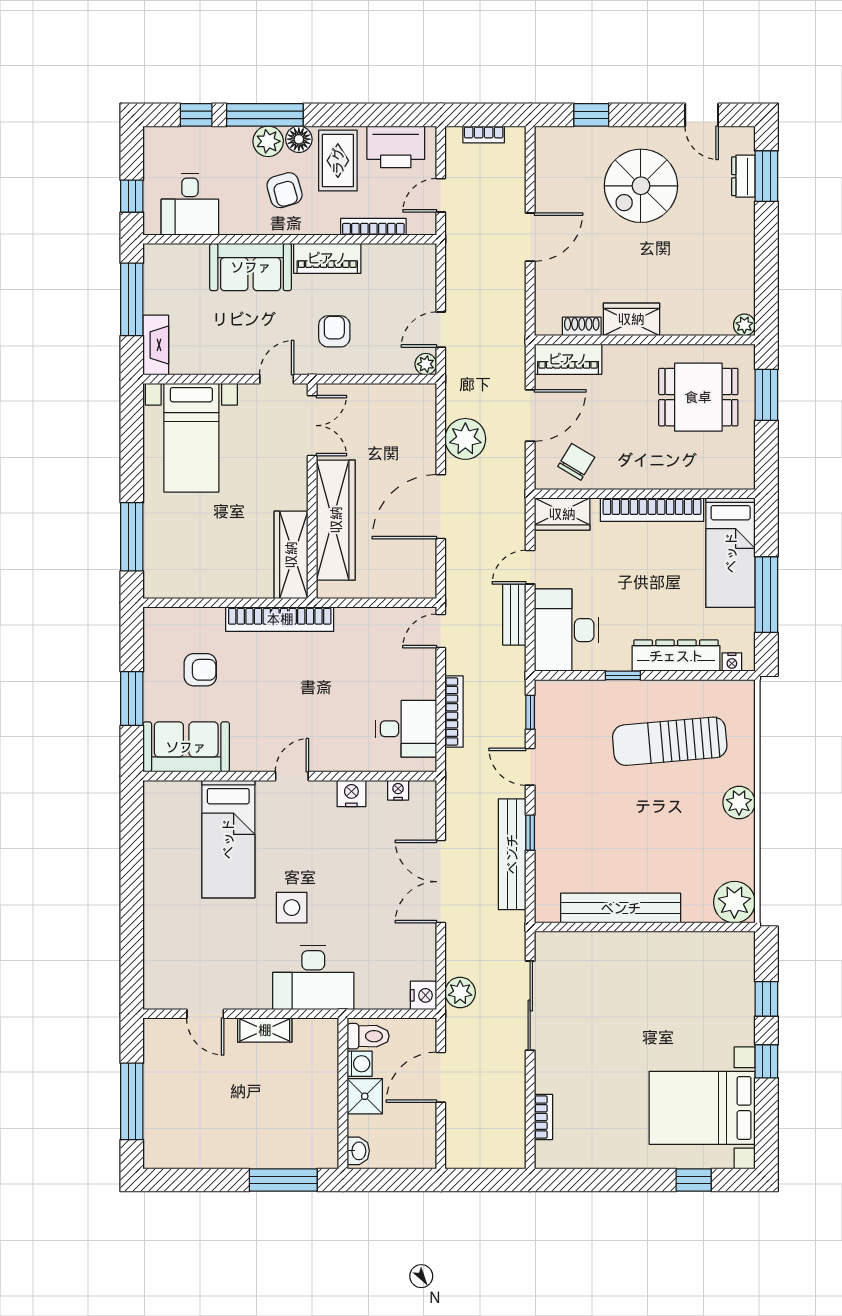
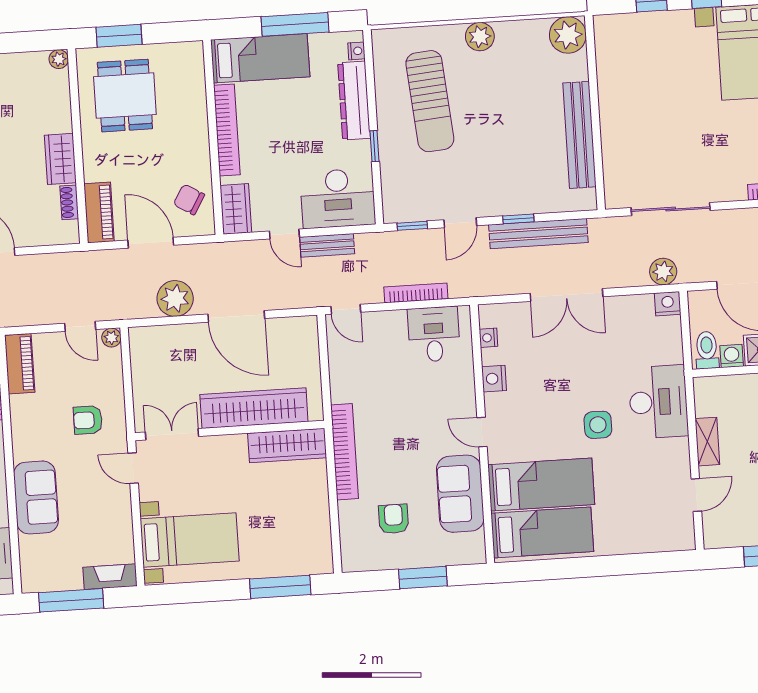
piano: (327, 258) -> (20, 364), moved
sofa: (186, 747) -> (460, 494), moved
bed: (174, 837) -> (542, 532), added

